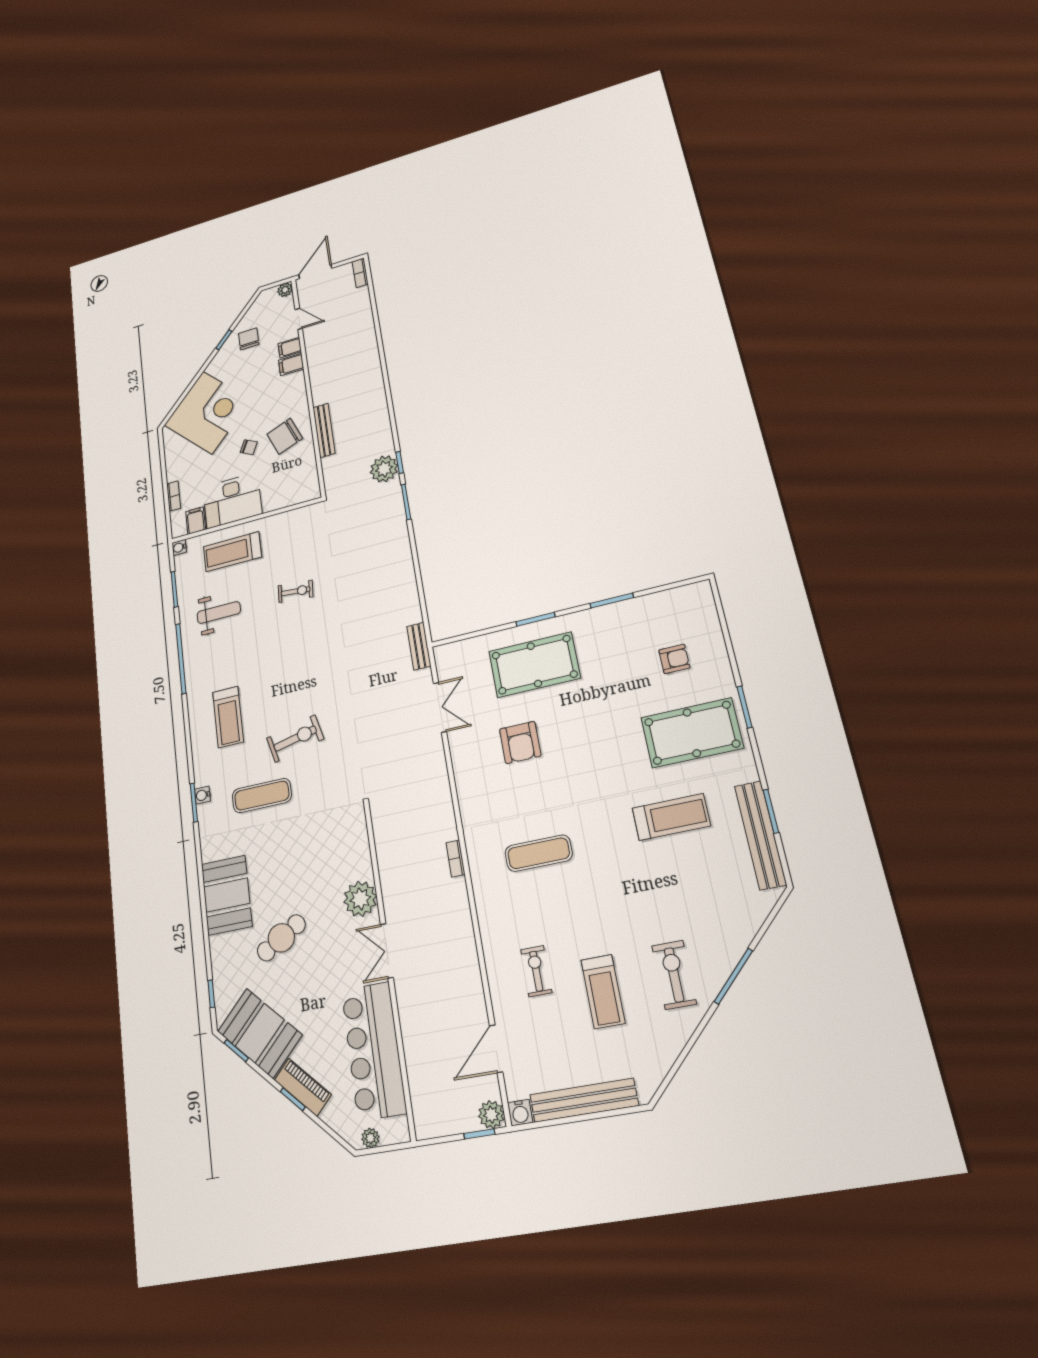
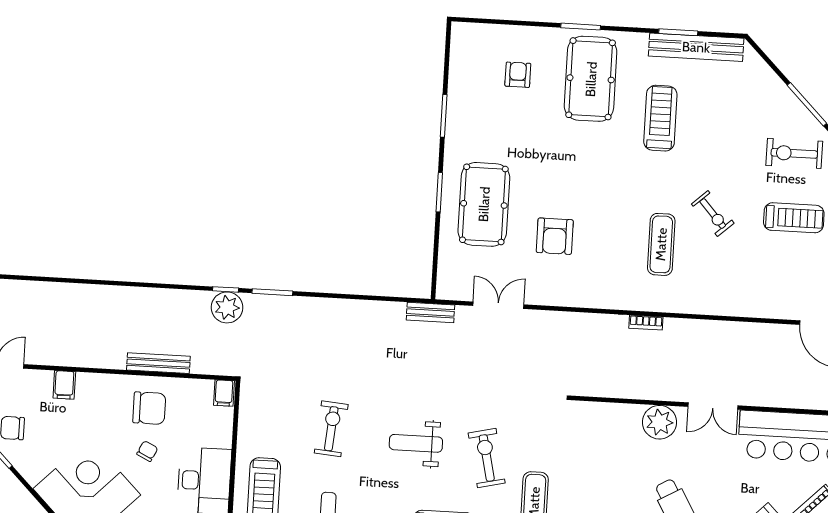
filing cabinet: (290, 348) -> (224, 393), moved
chair: (285, 436) -> (149, 408), turned -69
exercise bike: (296, 591) -> (331, 429), width x1.38, depth x1.39
weight bench: (297, 670) -> (416, 443), added
armchair: (520, 742) -> (555, 236), turned 90
exercise bike: (536, 971) -> (713, 214), moved, turned -132

